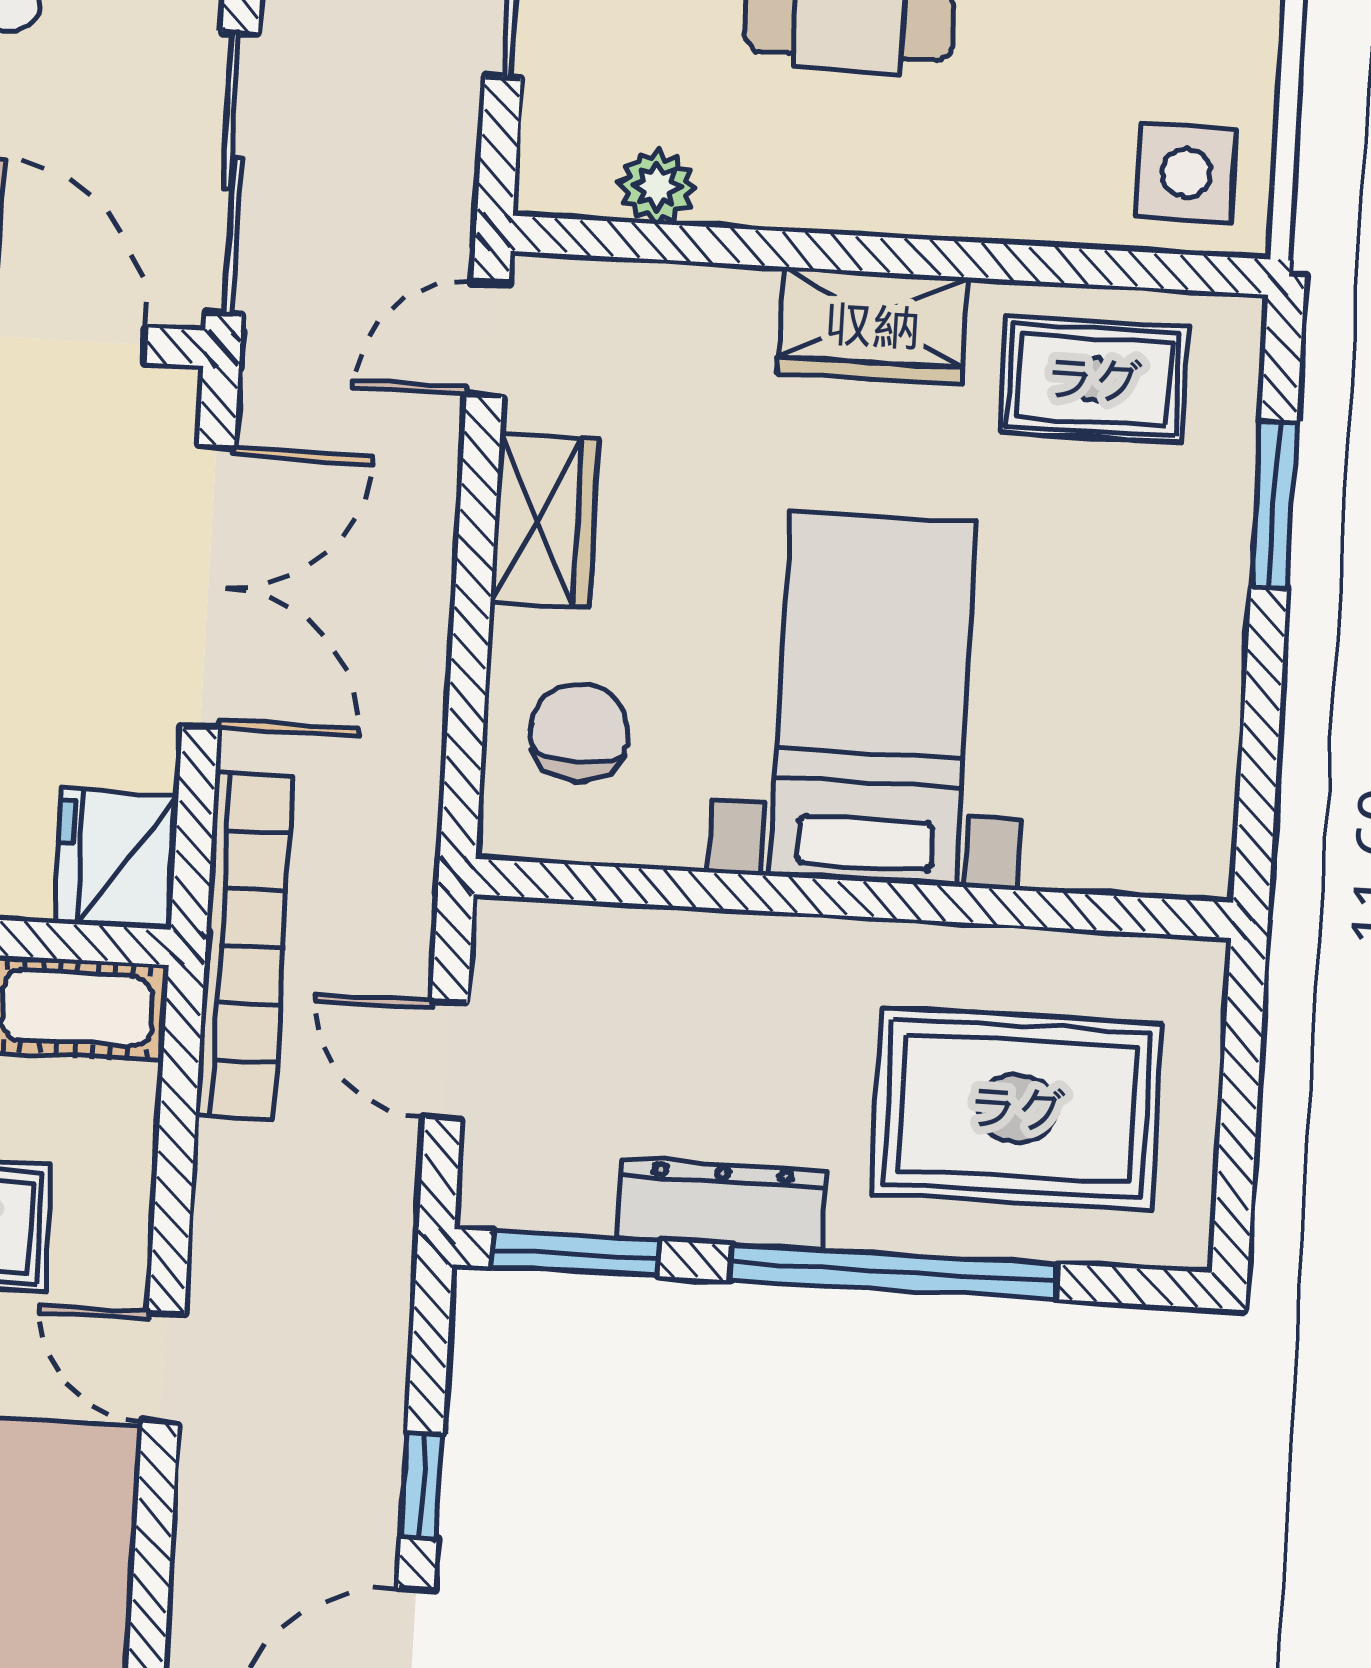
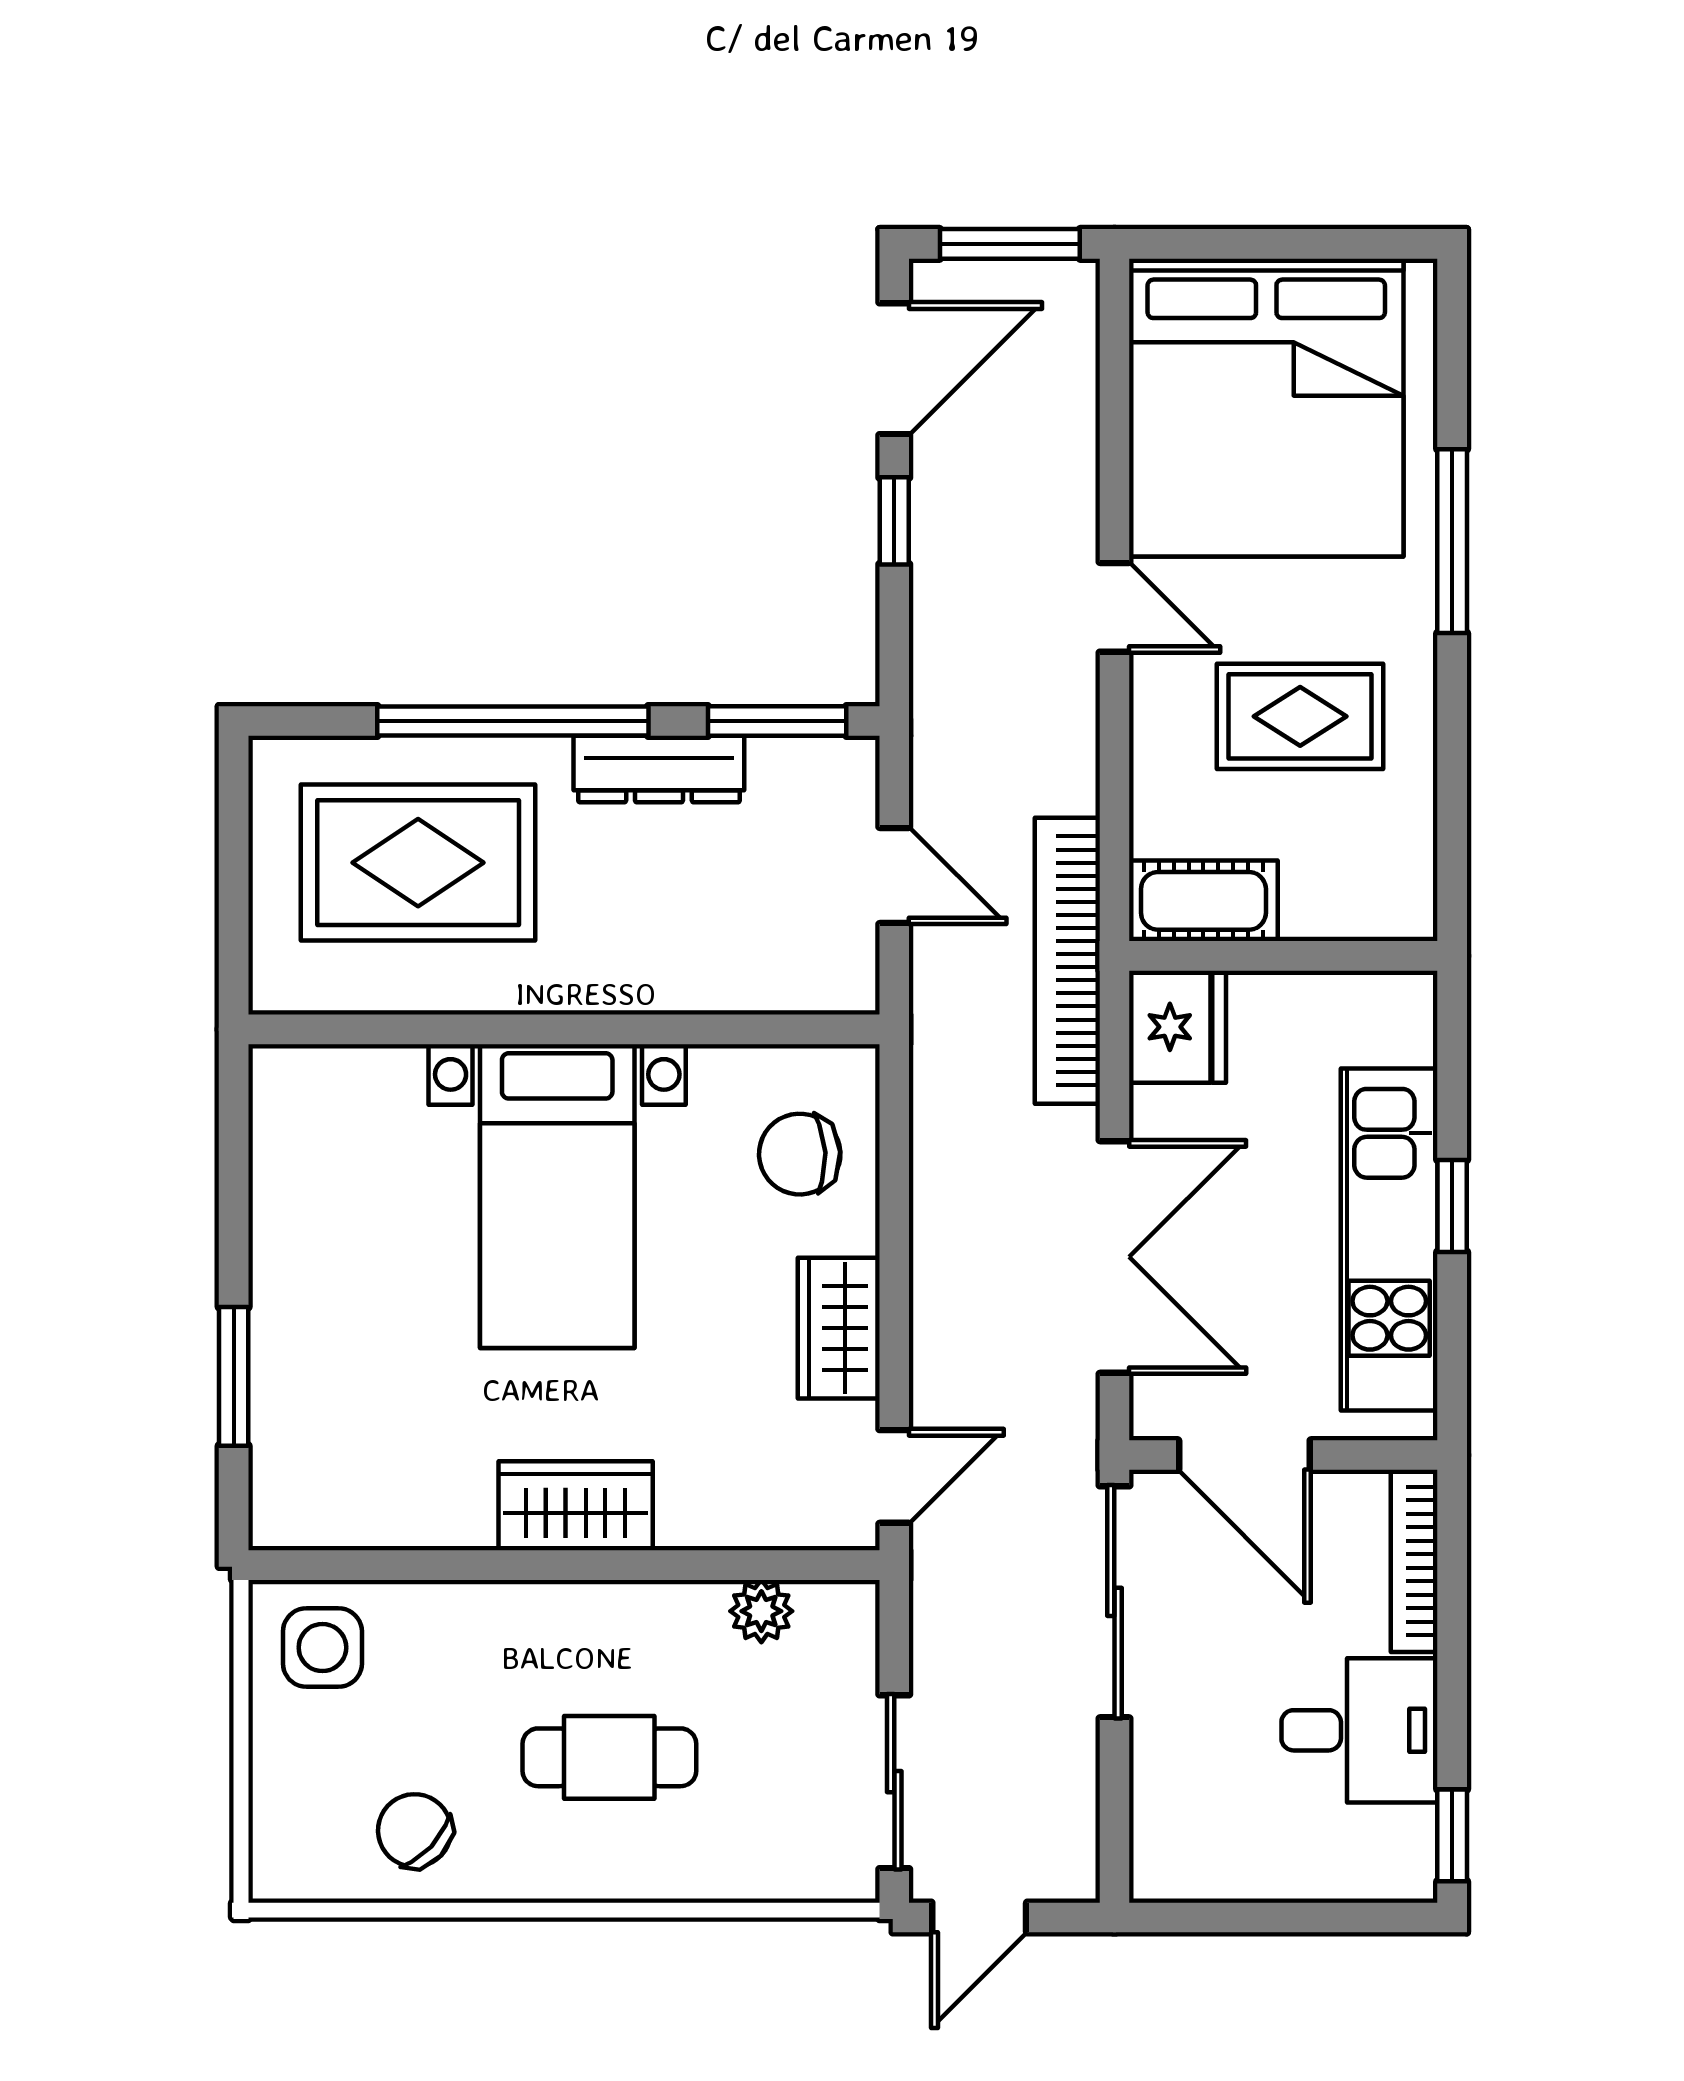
rug: (1094, 380) -> (389, 1472), removed
double door: (208, 587) -> (1114, 1257), swing flipped
chair: (579, 732) -> (800, 1154), turned 87

